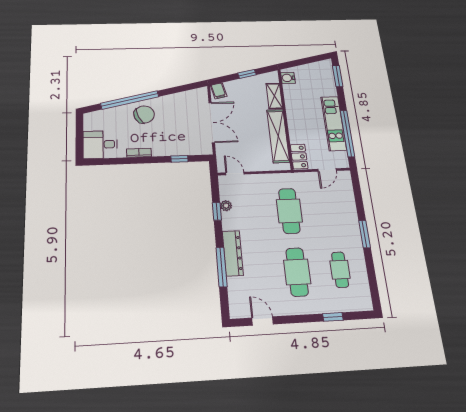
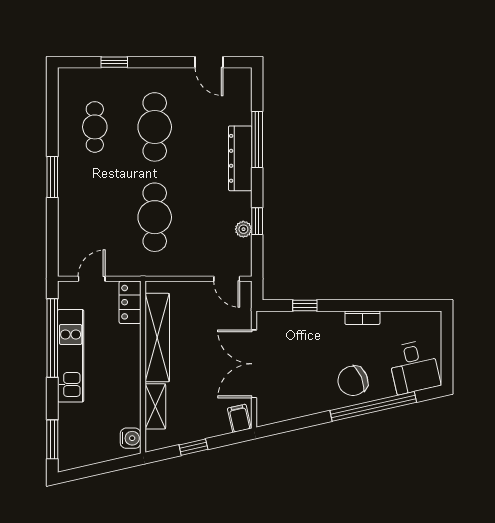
desk: (100, 145) -> (414, 367), moved, turned 77

